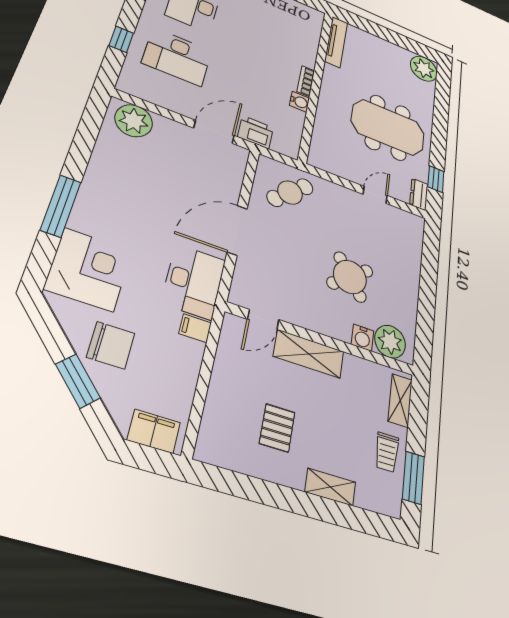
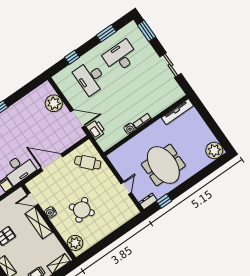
plant: (134, 121) -> (54, 103), moved
door: (375, 195) -> (126, 188), hinge flipped
water cooler: (363, 338) -> (50, 212), moved

